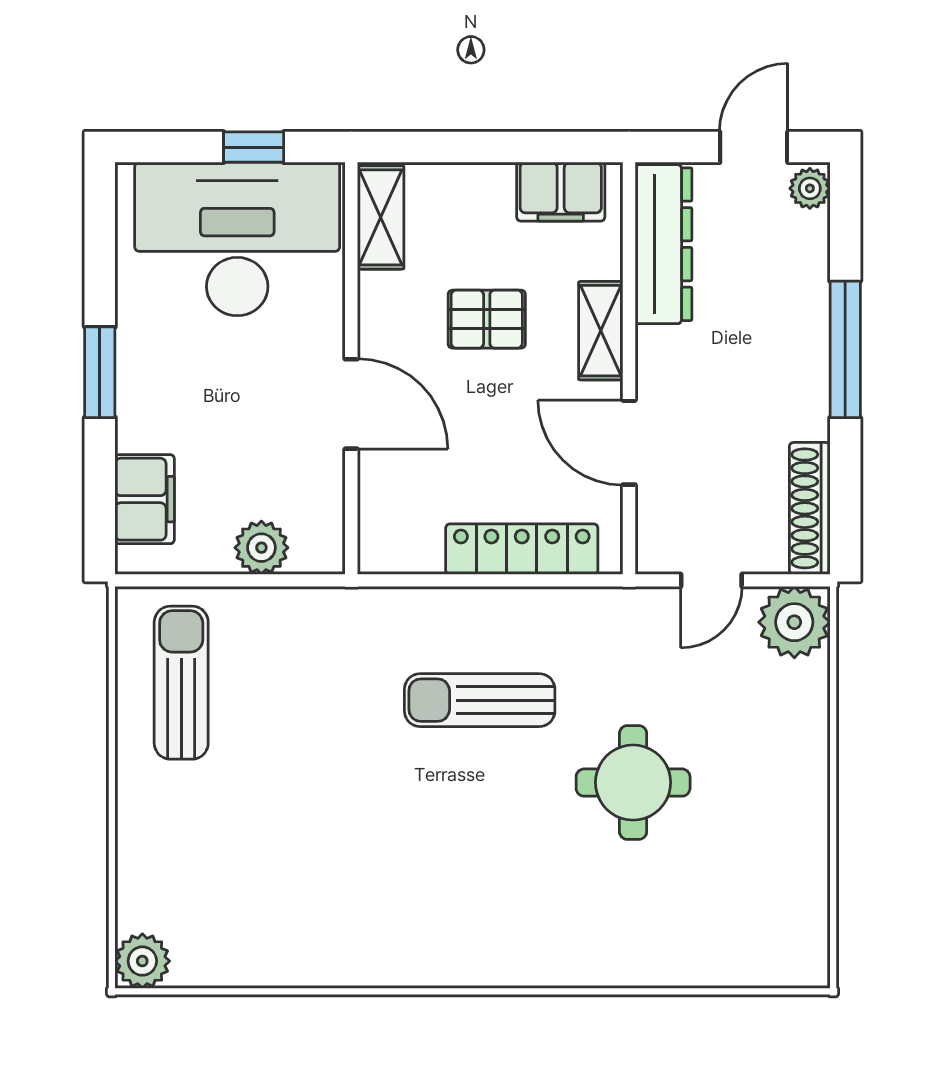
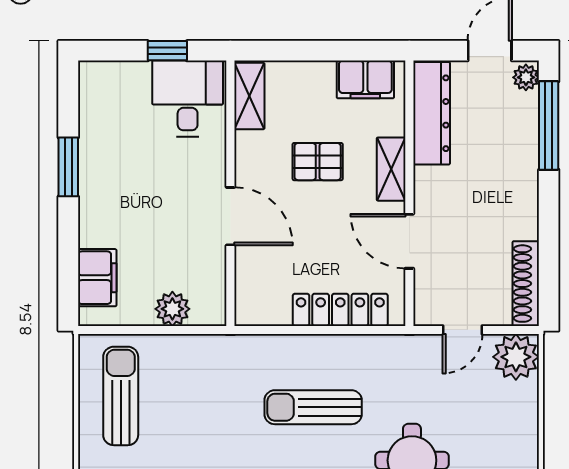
desk: (237, 239) -> (188, 99), width x0.53, depth x0.77
window: (845, 349) -> (549, 125), moved
window: (100, 372) -> (68, 167), moved

